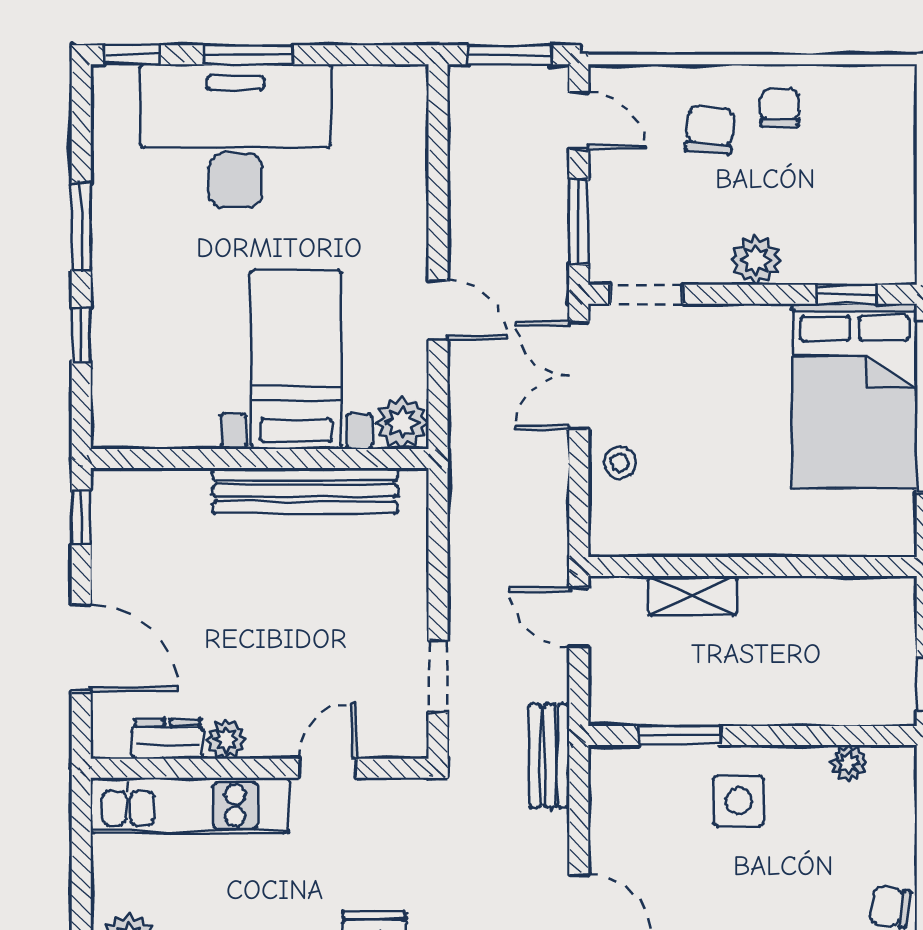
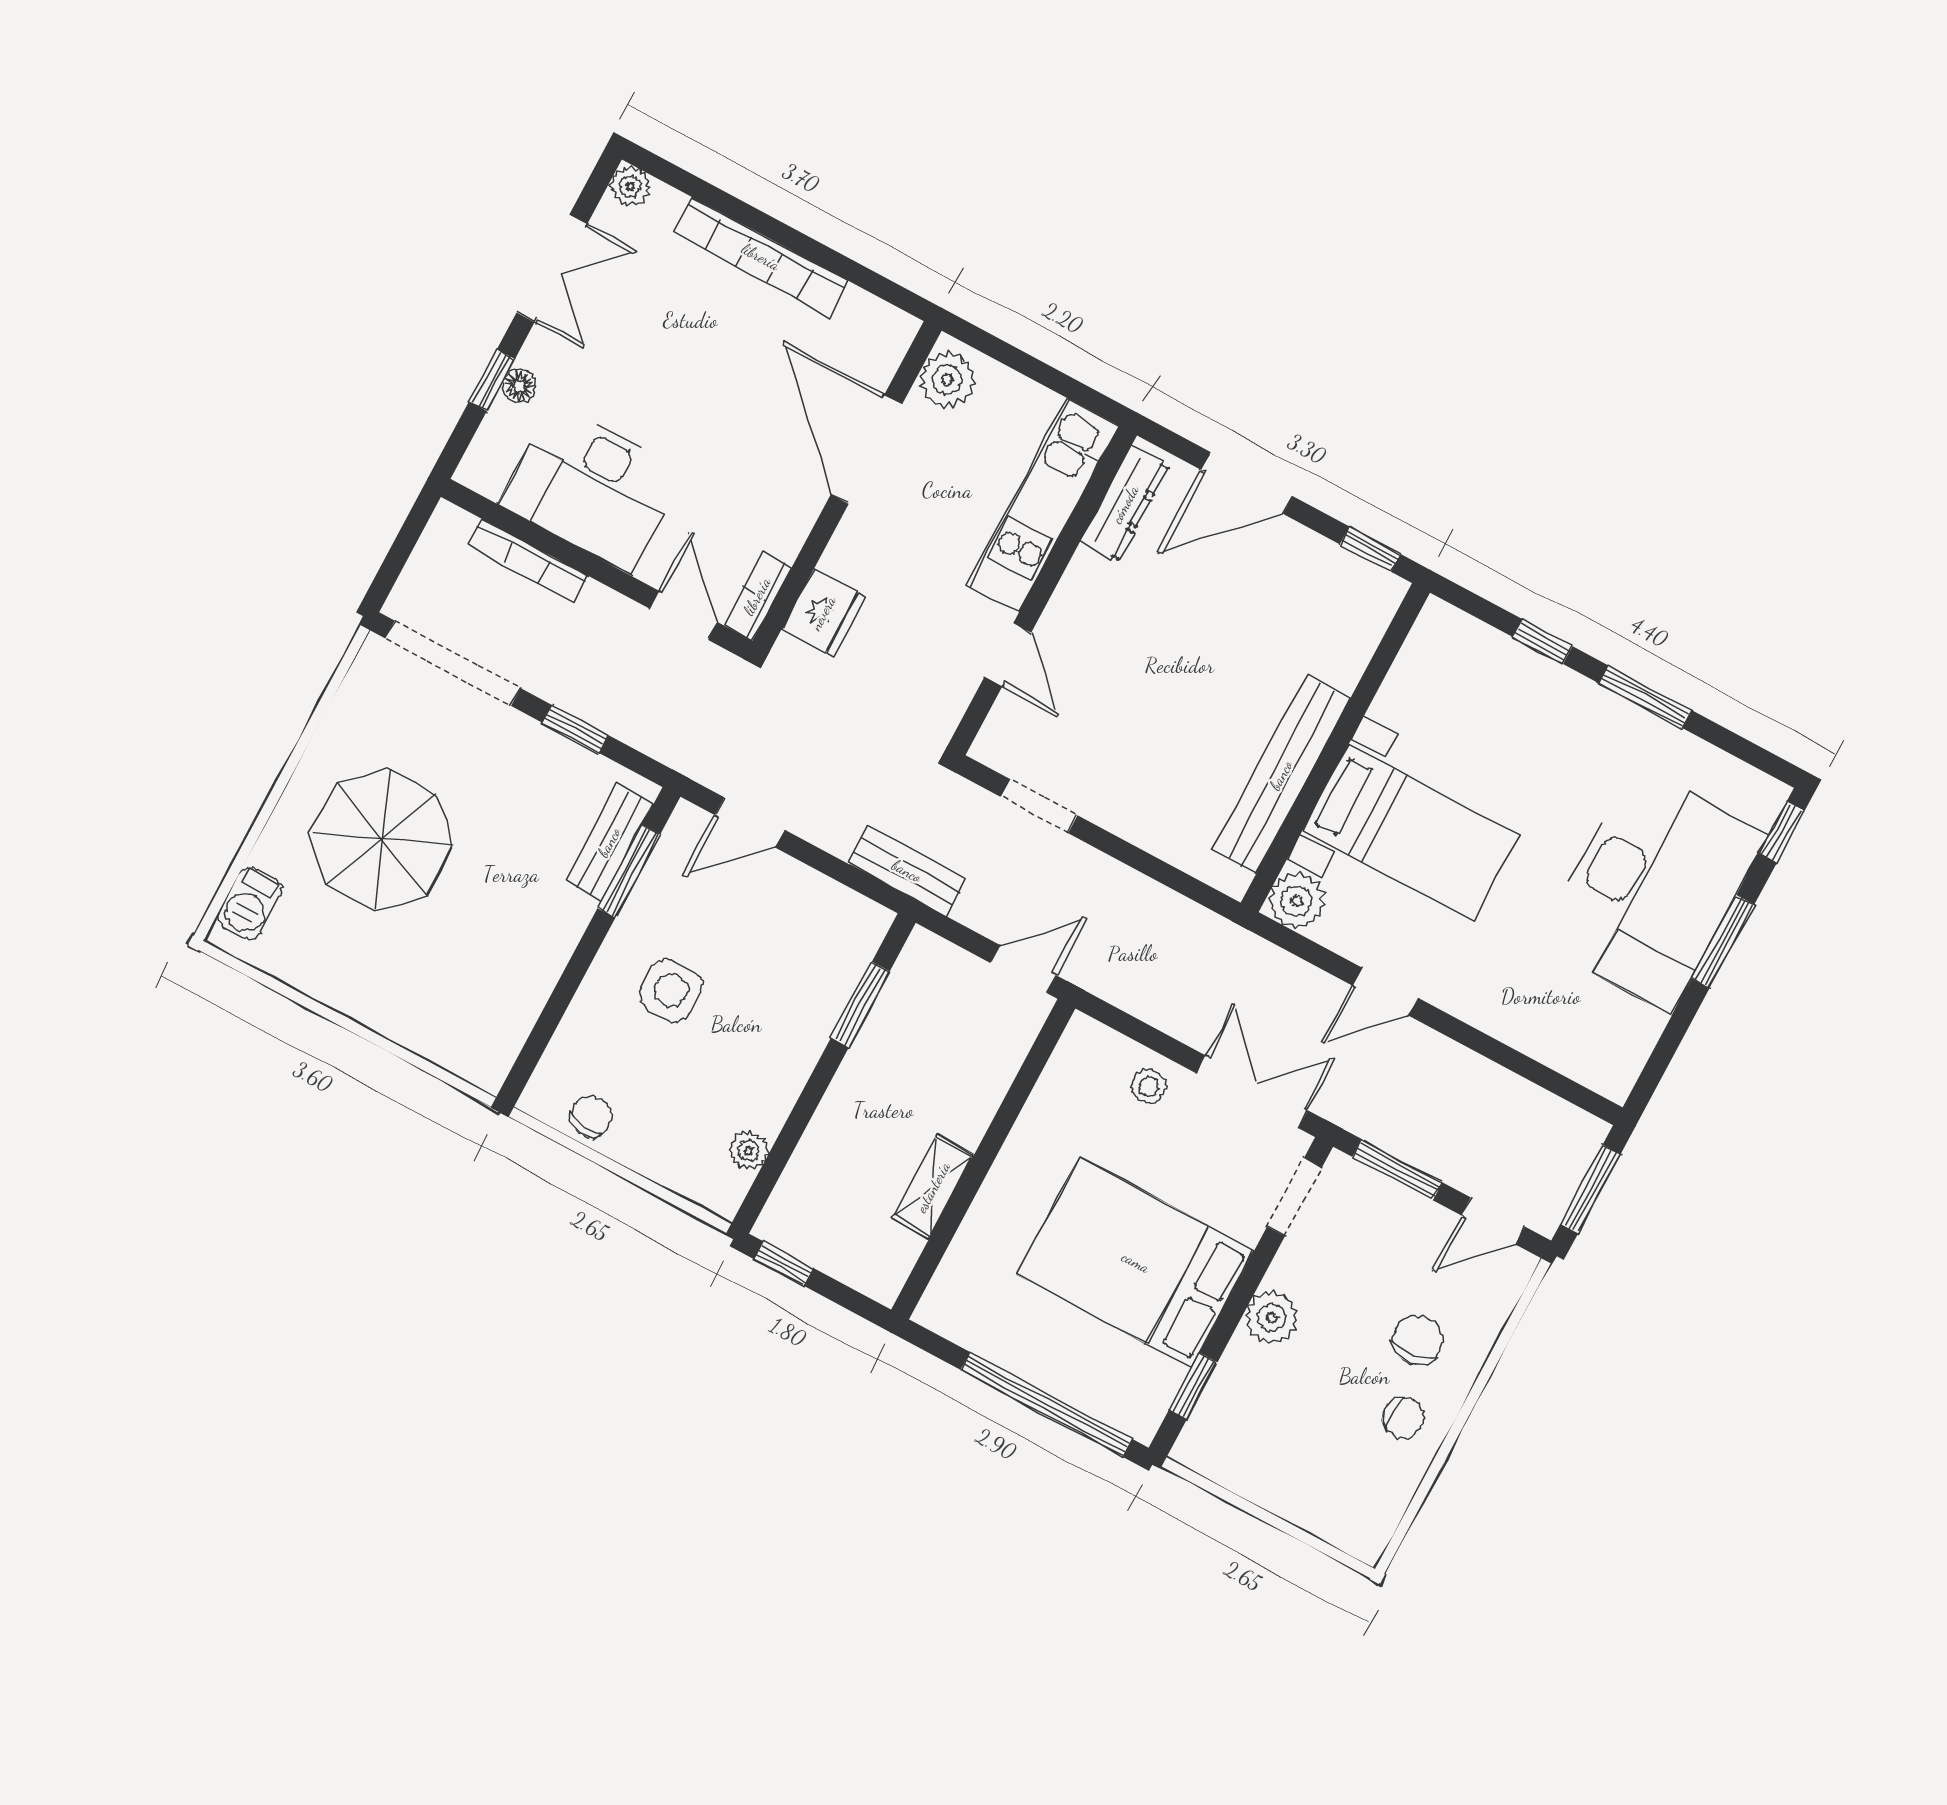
chair: (710, 130) -> (1418, 1340), turned -105
bed: (854, 396) -> (1136, 1262), moved
shelving: (692, 596) -> (933, 1187), moved
dresser: (167, 739) -> (1125, 504), width x1.44
plant: (226, 740) -> (1086, 573), removed
side table: (739, 801) -> (671, 990), moved

